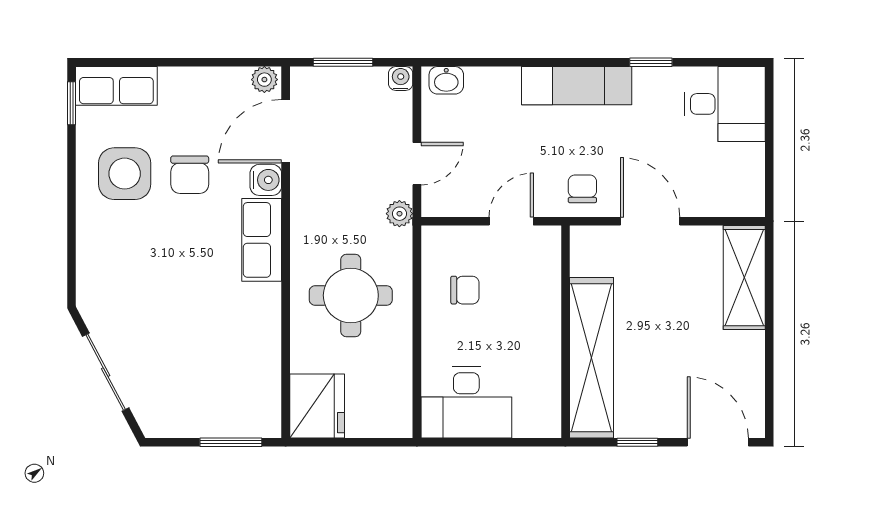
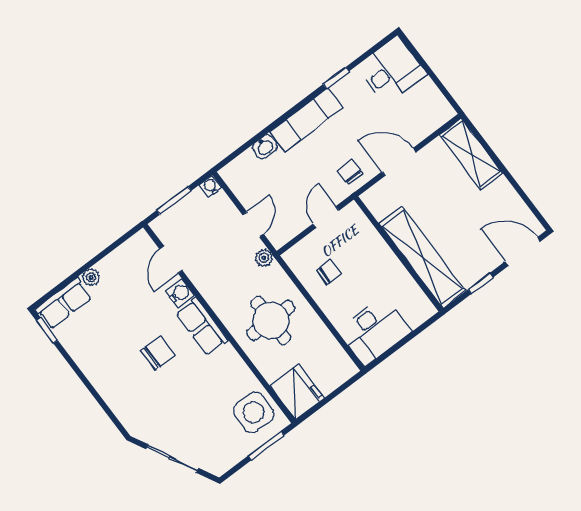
plant: (264, 80) -> (91, 277), moved
washbasin: (446, 80) -> (265, 147), moved
door: (286, 131) -> (171, 260), width x0.73
side table: (125, 174) -> (254, 412), moved
chair: (190, 175) -> (158, 353), moved, turned -90

